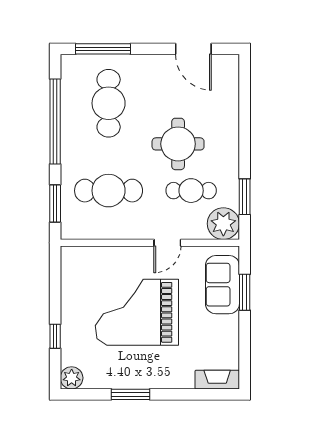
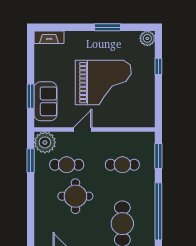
cafe table: (109, 191) -> (122, 165), width x0.73, depth x0.74

